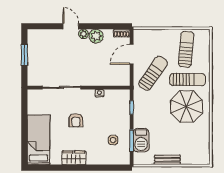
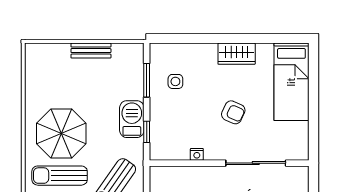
armchair: (76, 120) -> (233, 112), turned 114
barbecue: (141, 140) -> (132, 119), moved

